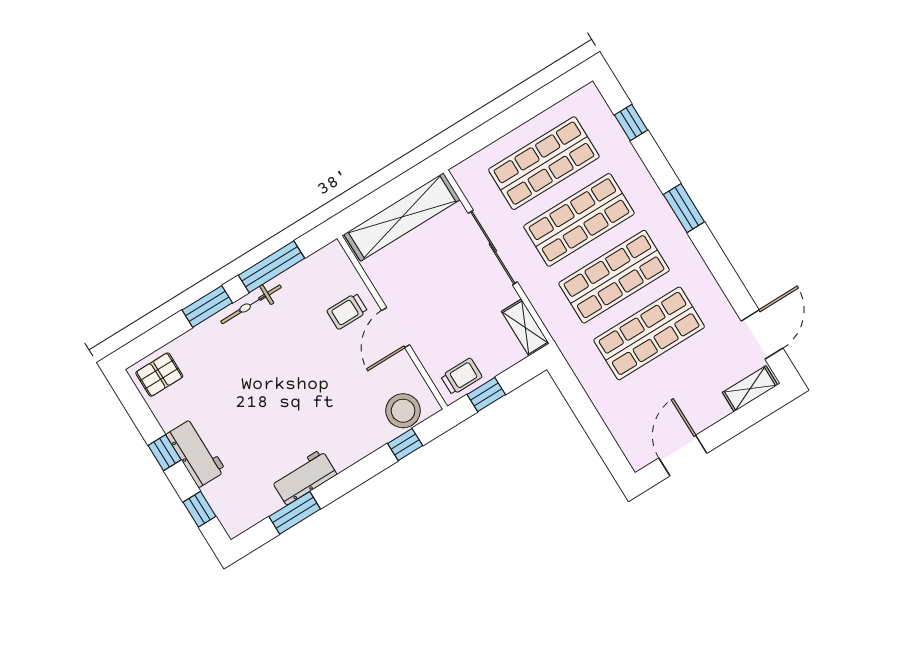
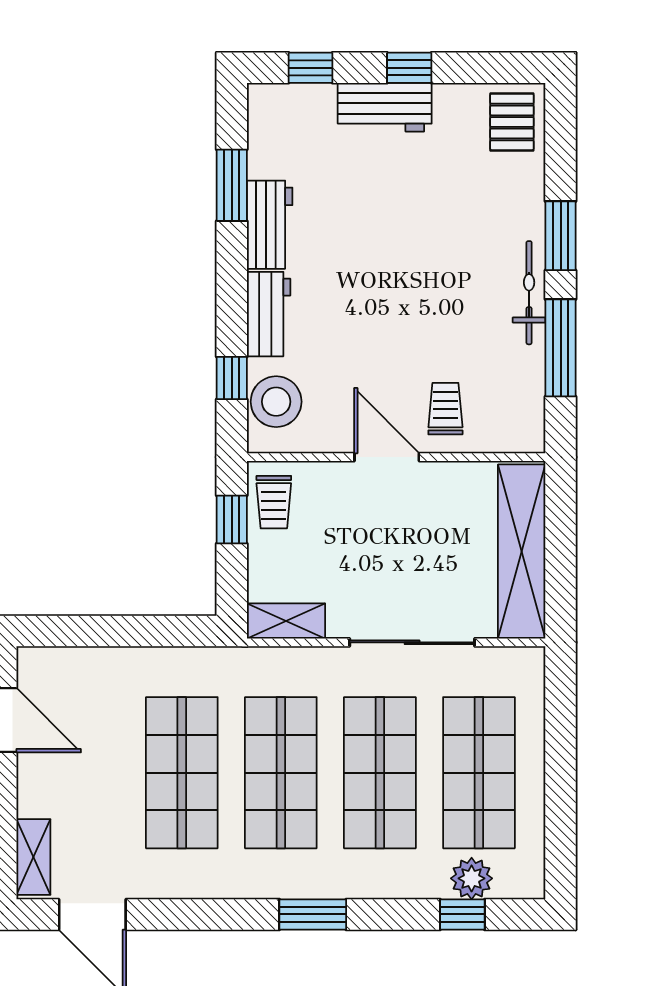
plant: (607, 130) -> (472, 878), added
workbench: (356, 446) -> (269, 314), added

